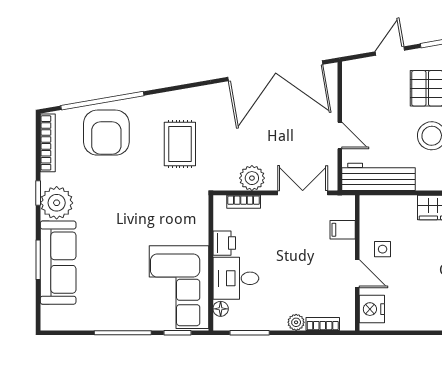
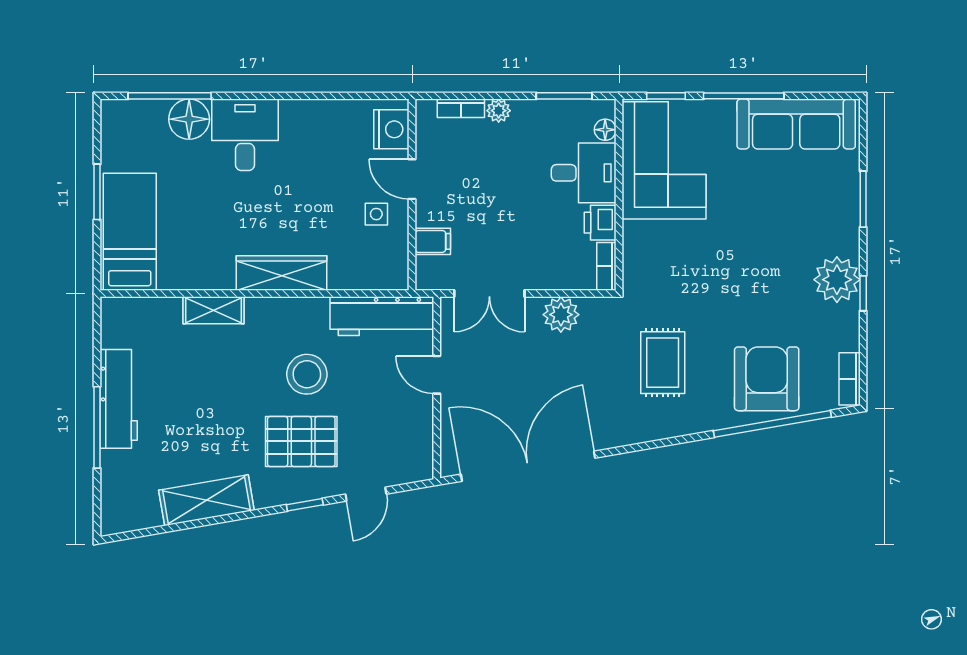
bookcase: (48, 143) -> (850, 379), width x0.64
bookcase: (244, 202) -> (606, 266), moved, turned -90
sofa: (58, 263) -> (796, 124), moved, turned -90

